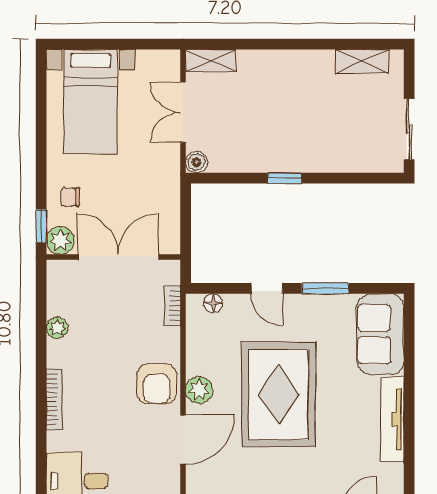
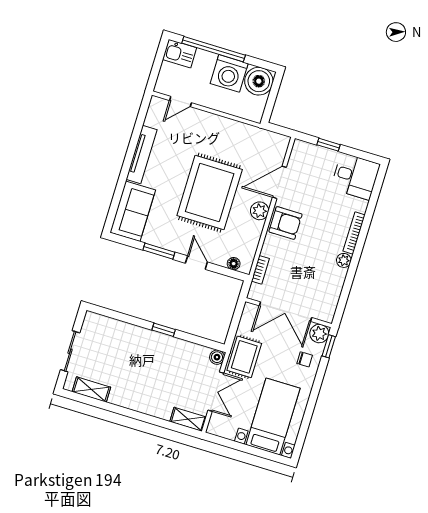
sliding door: (409, 129) -> (70, 351), moved
rug: (158, 174) -> (244, 357), added
plant: (57, 328) -> (344, 260), moved
armchair: (157, 384) -> (285, 223), turned 90

